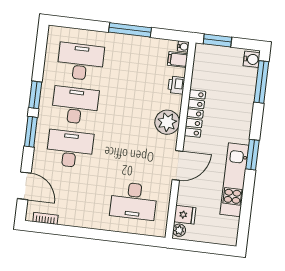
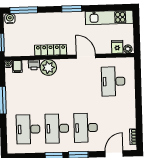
plant: (167, 122) -> (48, 67), moved
kitchen unit: (234, 180) -> (109, 17), moved
desk: (134, 201) -> (113, 81), turned 180

